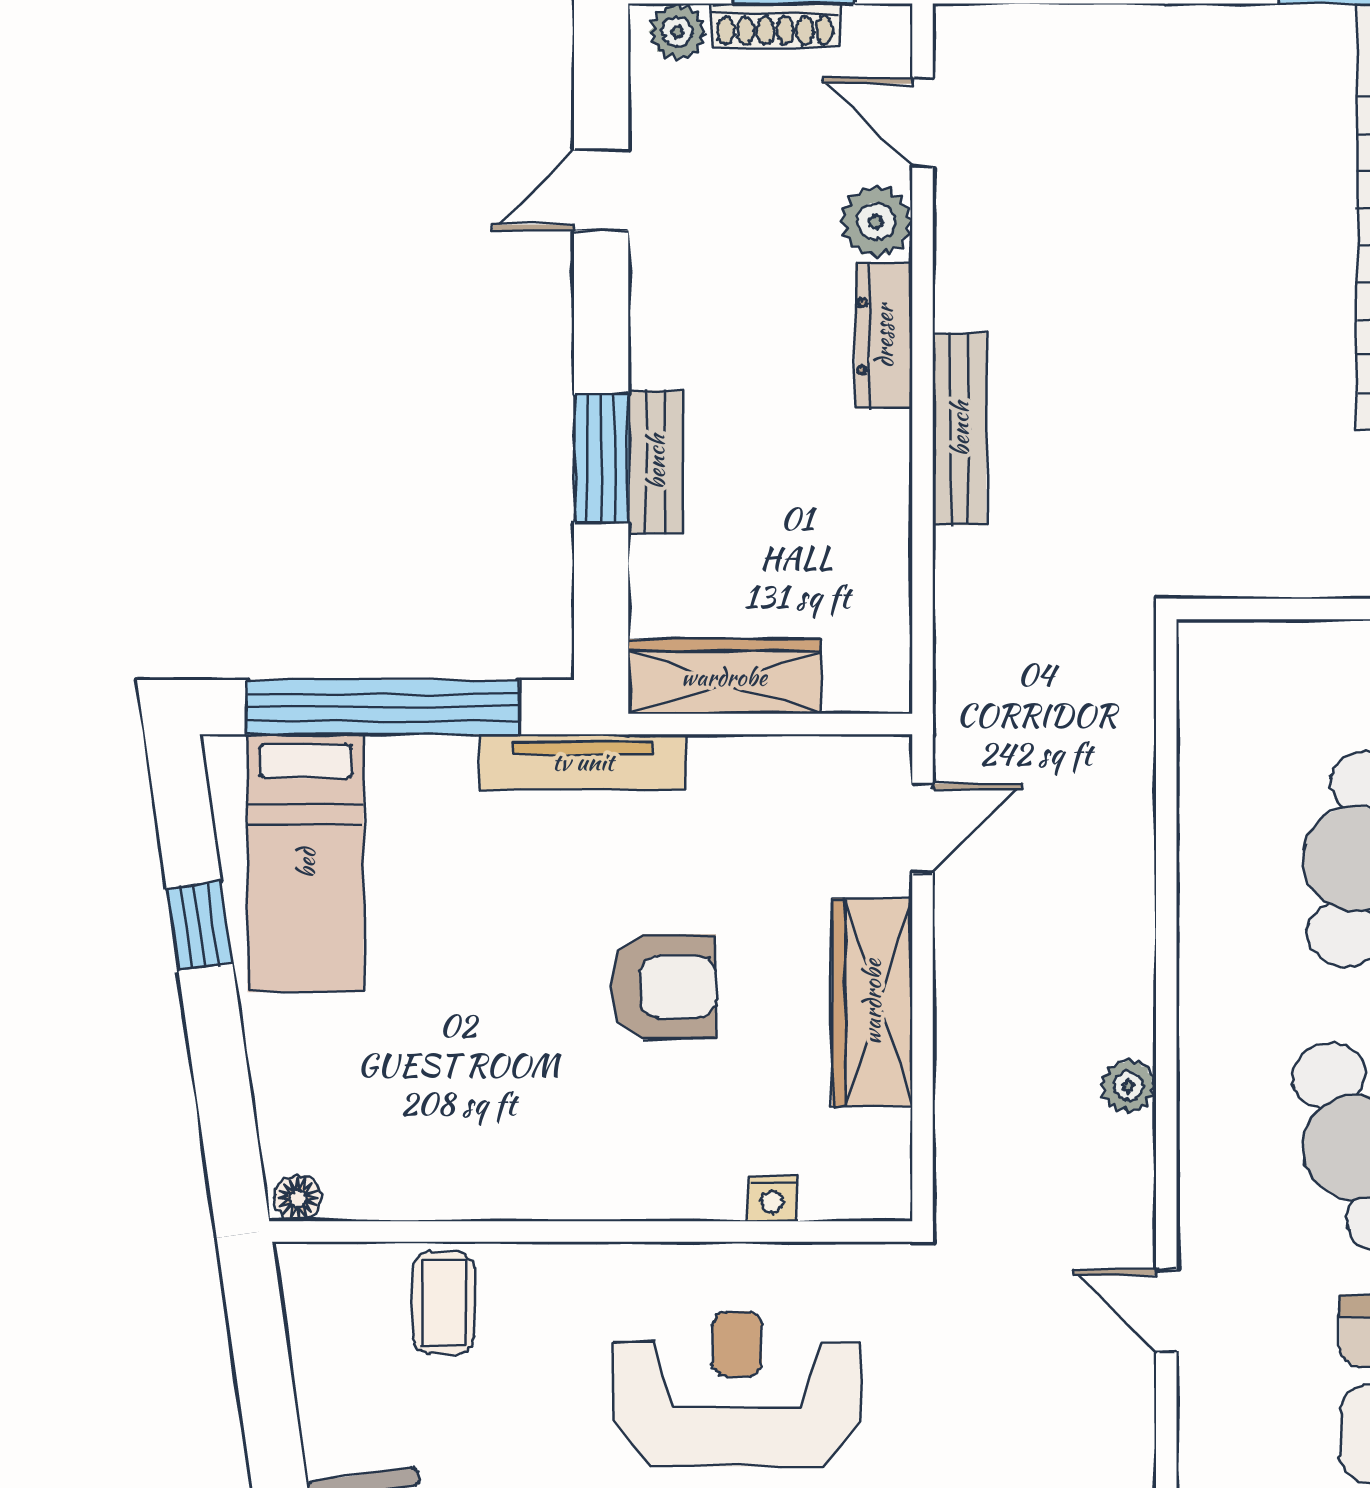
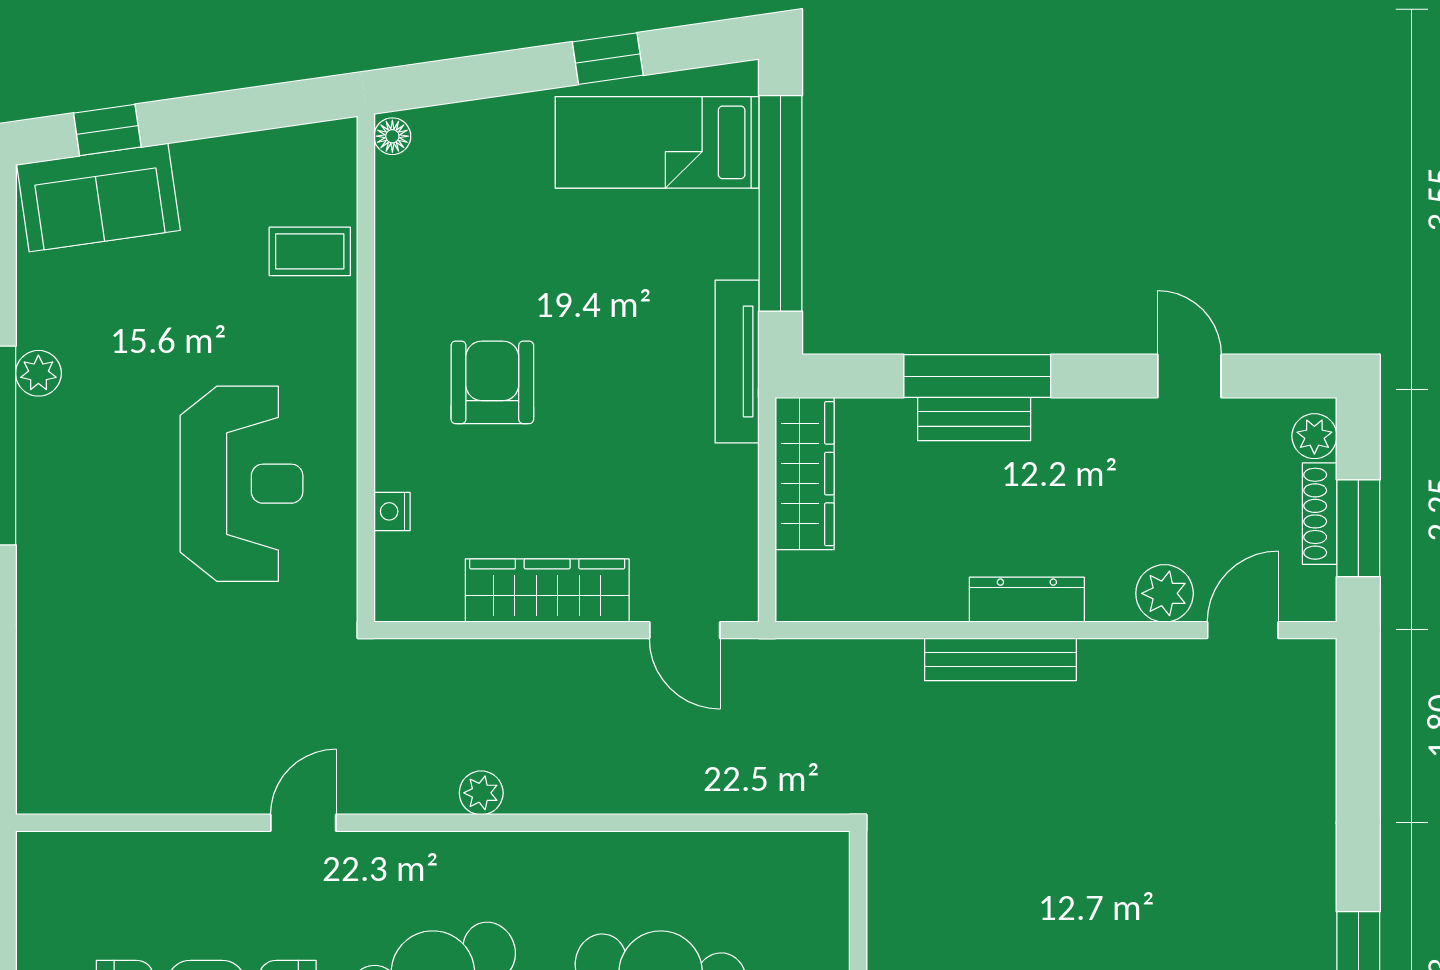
dresser: (884, 336) -> (1027, 600), moved
window: (601, 458) -> (977, 376), width x1.44
armchair: (664, 987) -> (492, 382), moved, turned 180

